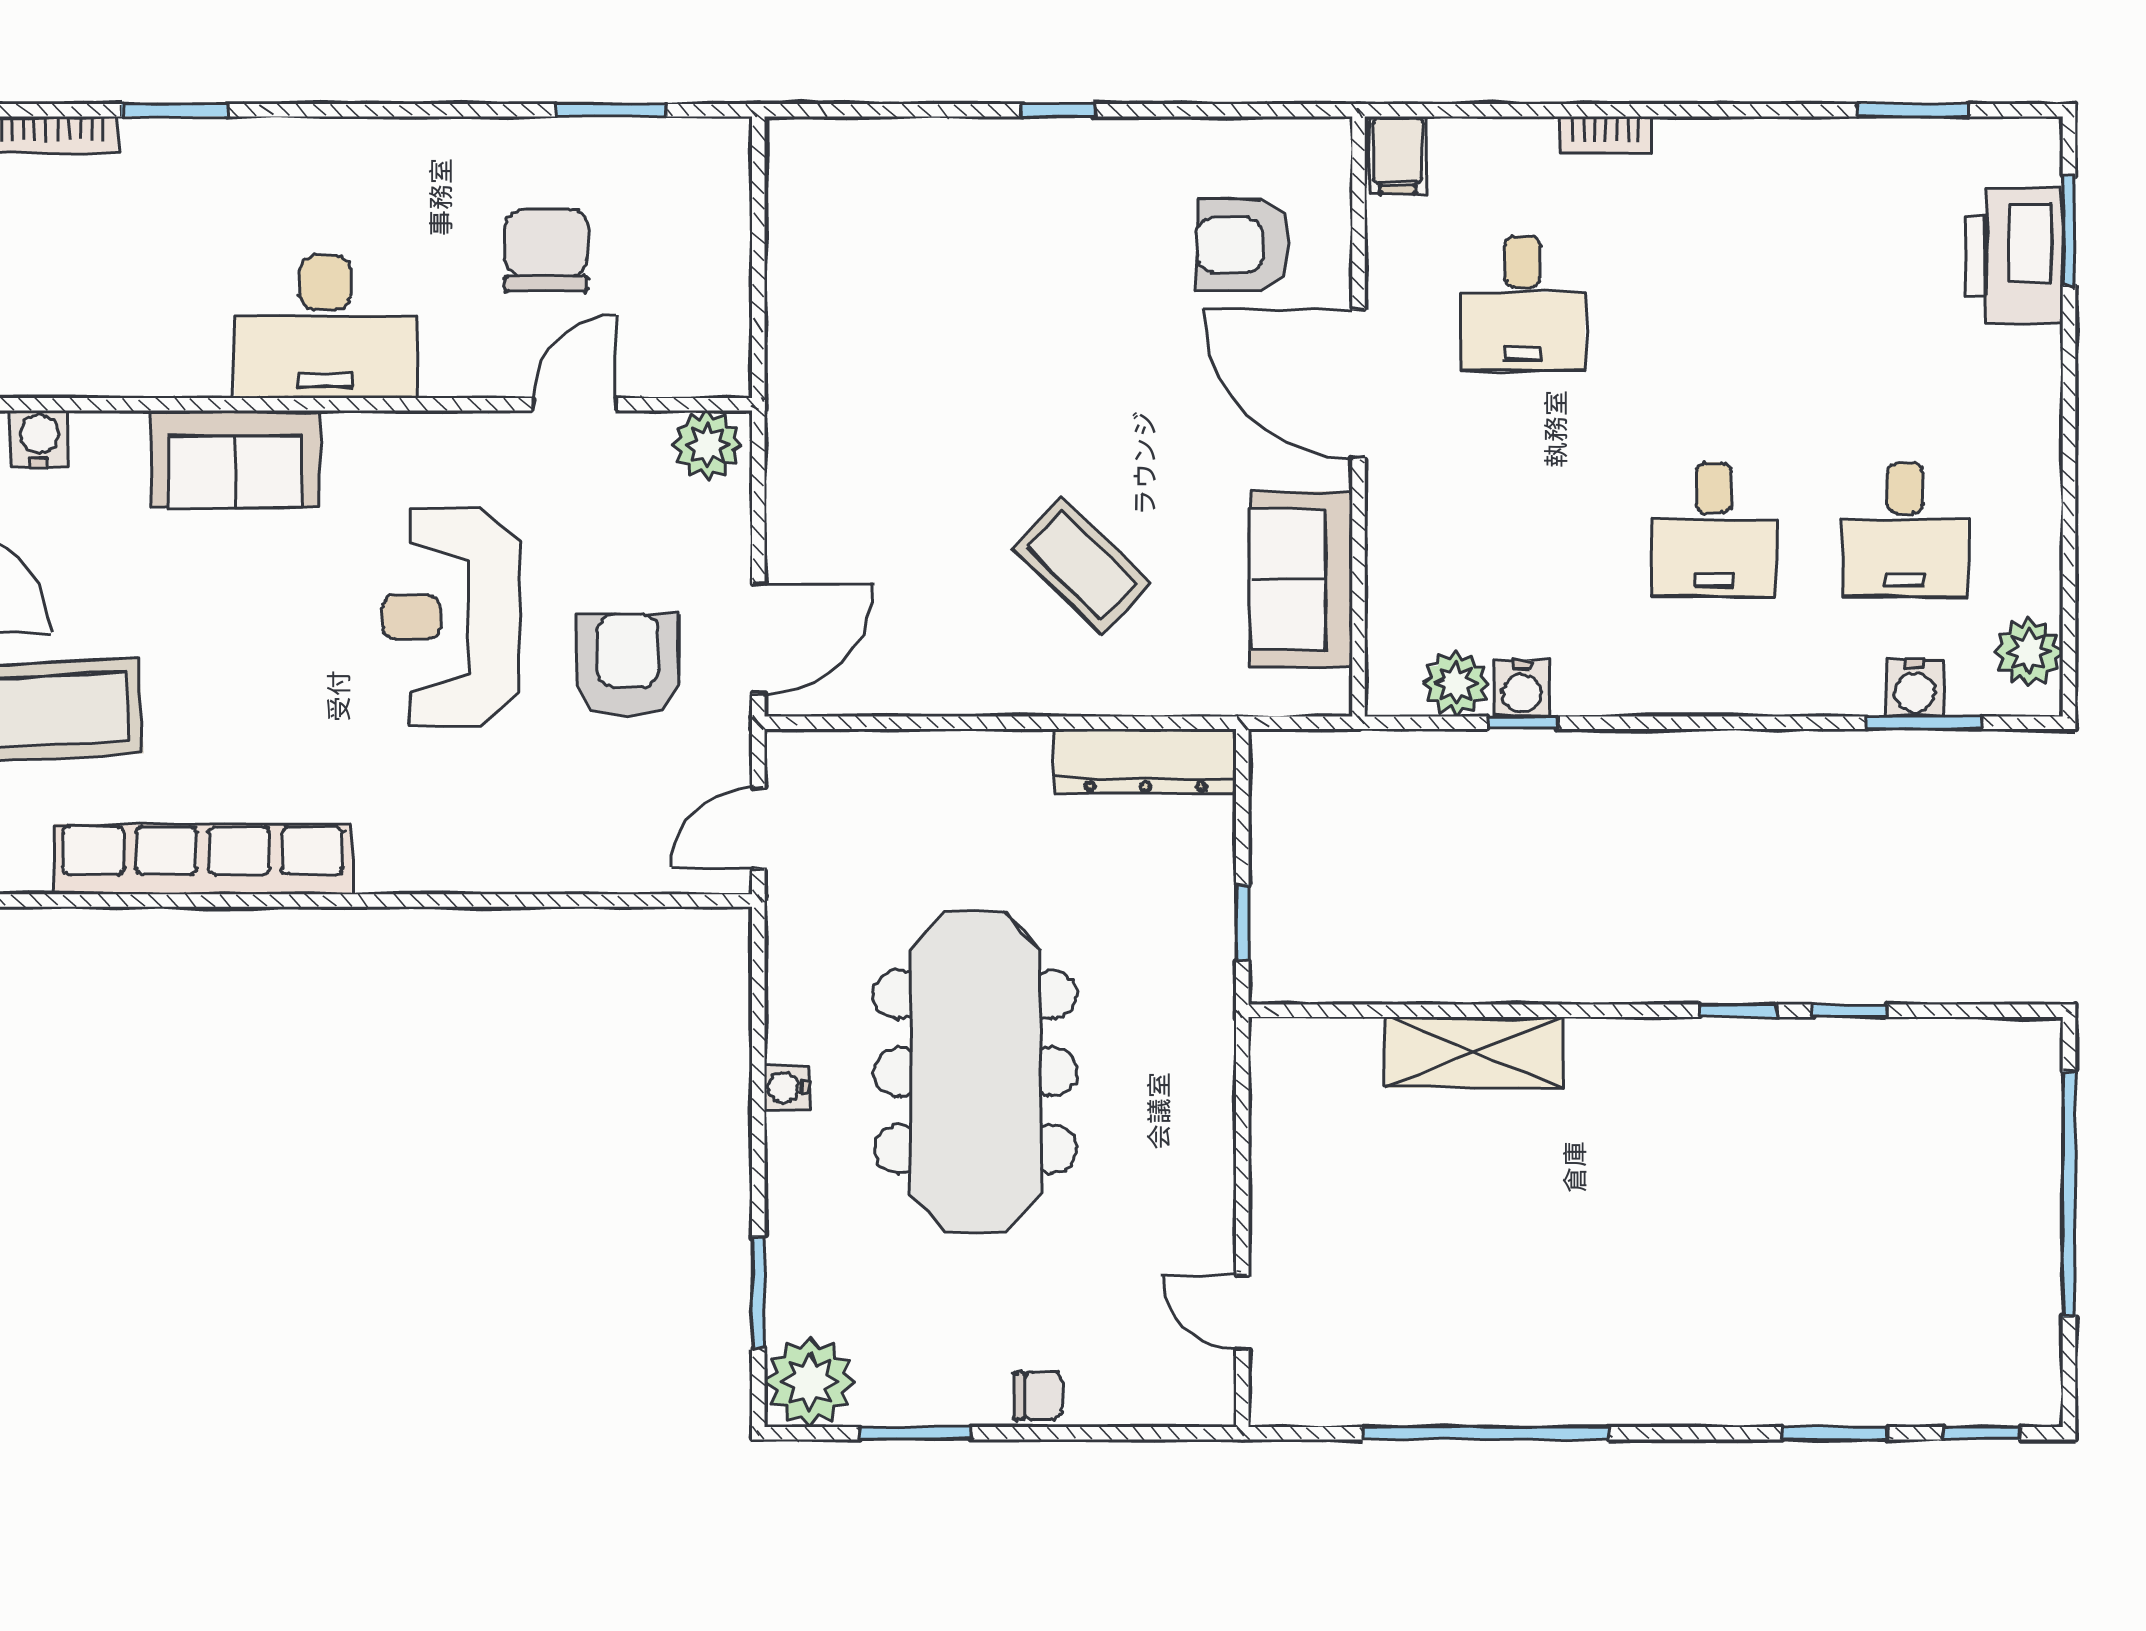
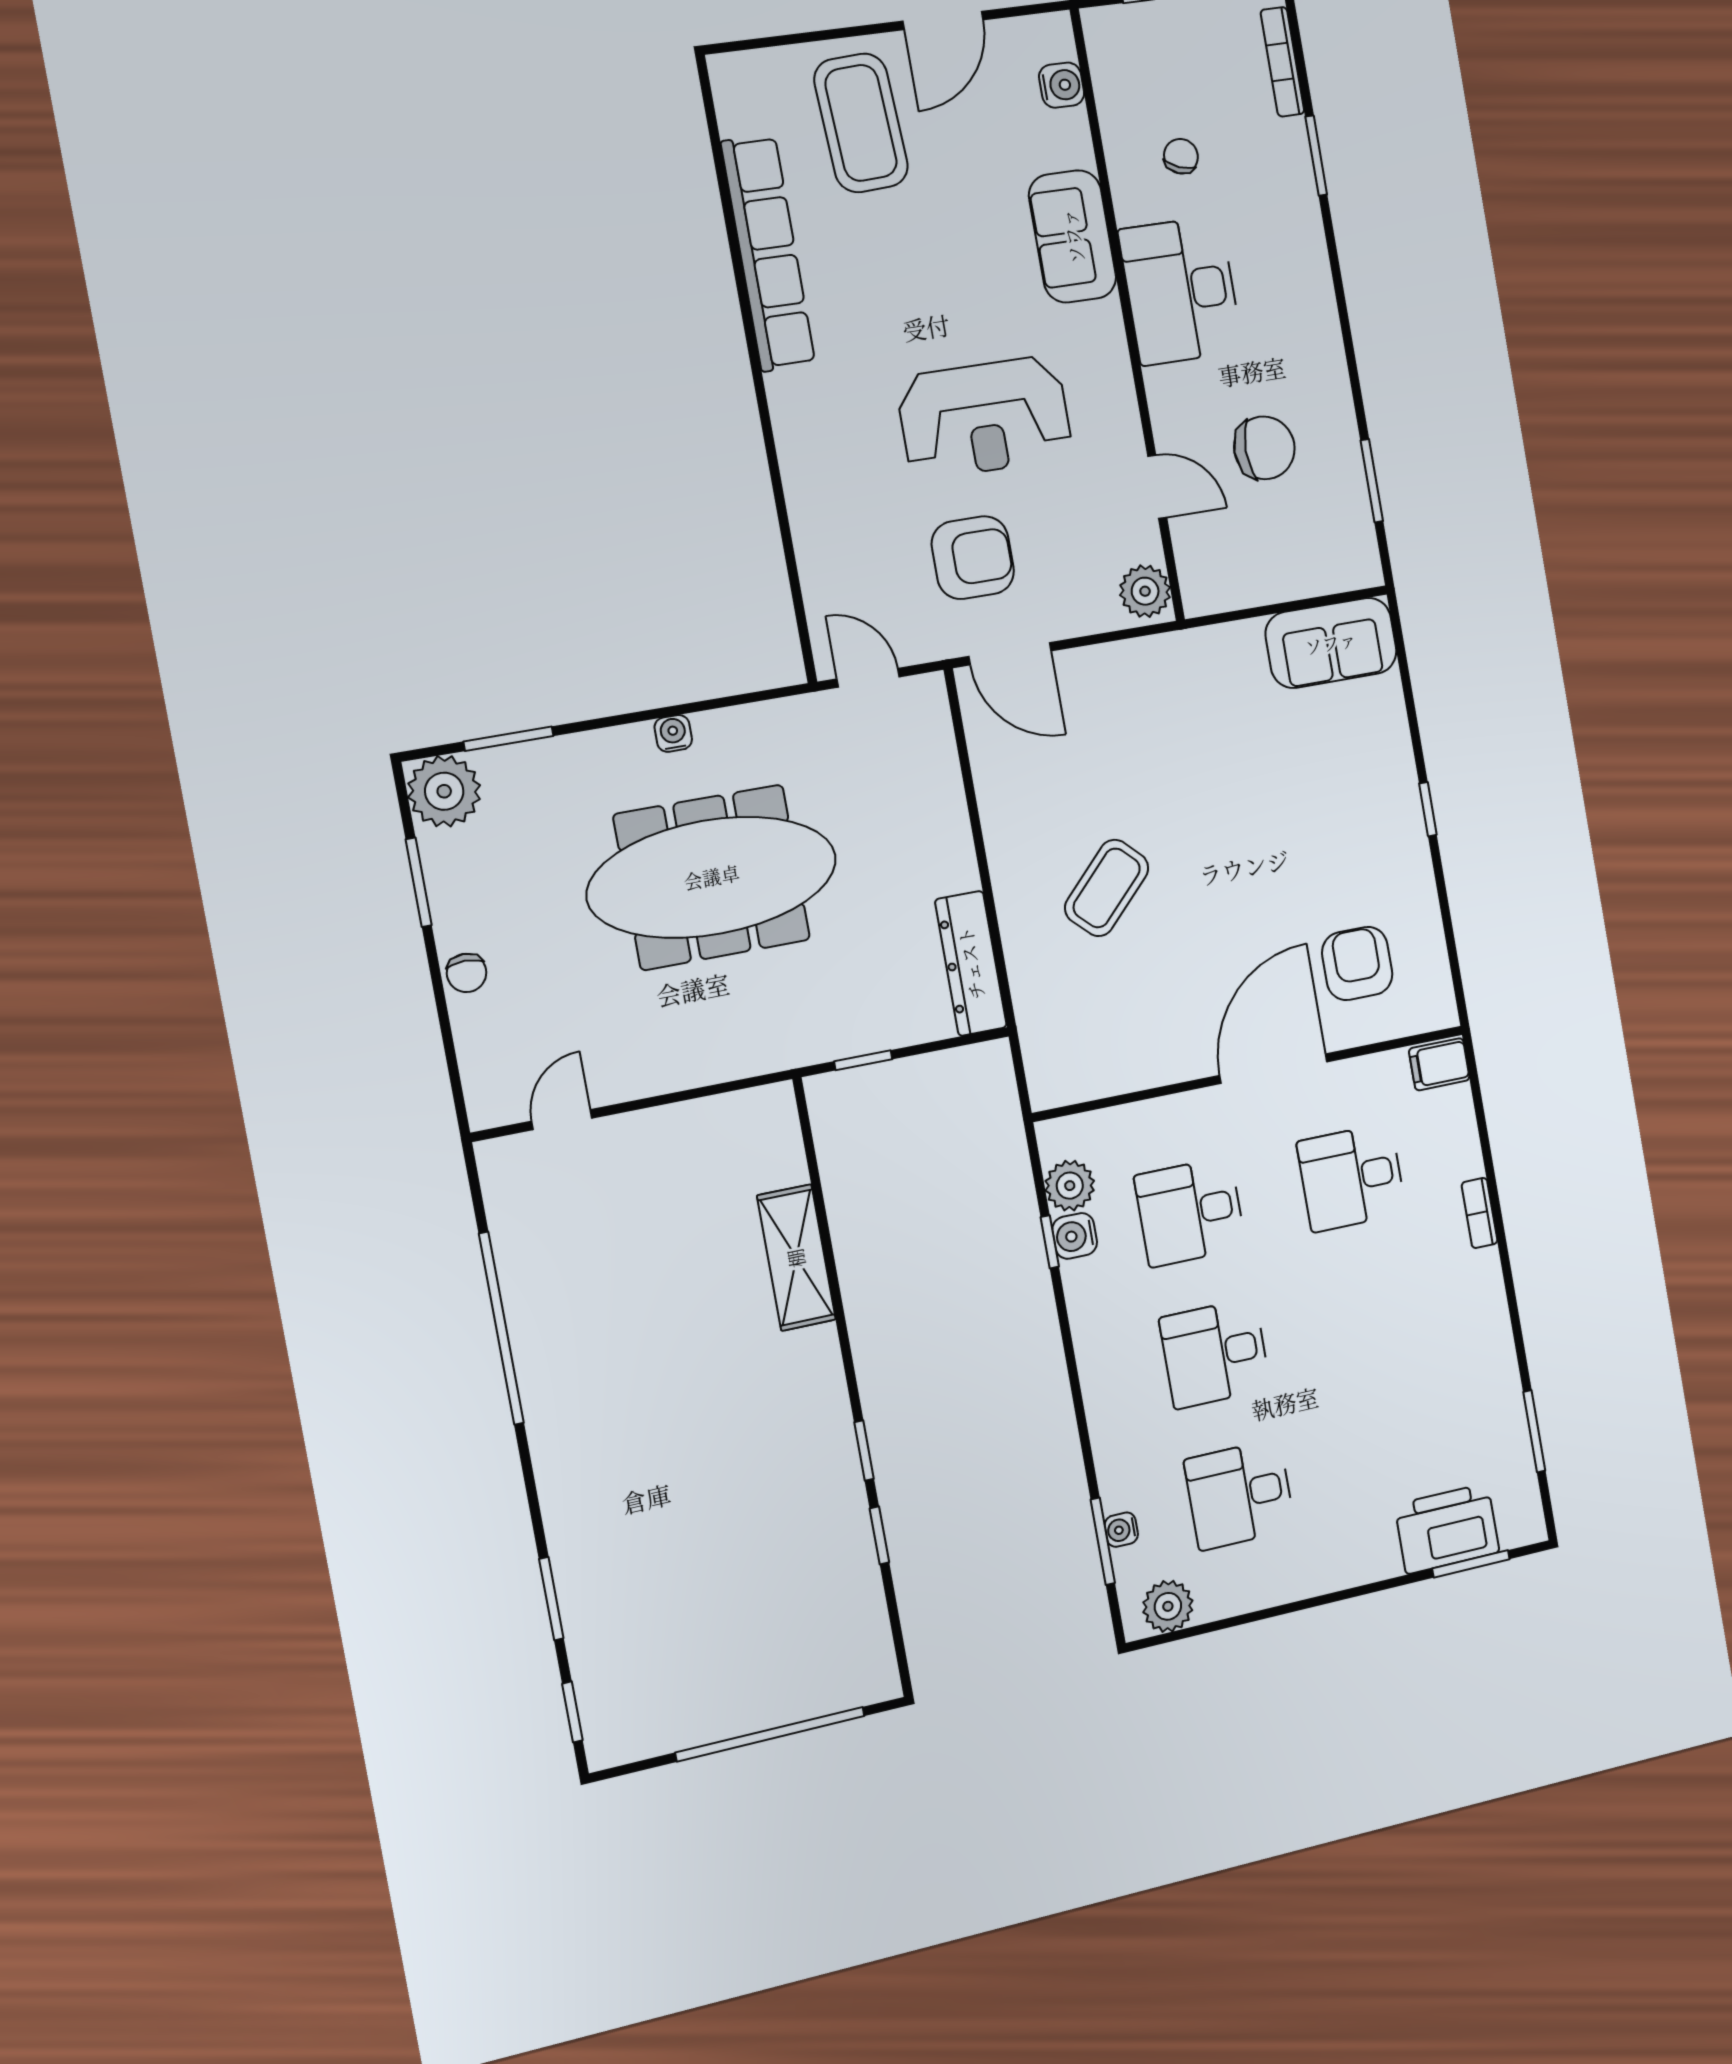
chair: (151, 295) -> (1181, 156), added
desk: (1523, 530) -> (1190, 1212), added
sofa: (1301, 580) -> (1331, 643), moved, turned 180
reception desk: (451, 617) -> (985, 418), turned 180
water cooler: (1915, 688) -> (1121, 1530), width x0.72, depth x0.72

